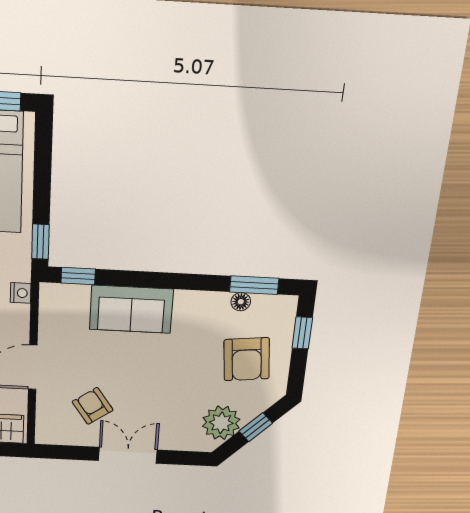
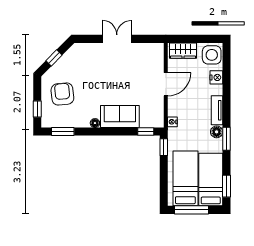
floor lamp: (241, 302) -> (95, 123), moved
armchair: (93, 406) -> (136, 65), removed
plant: (221, 423) -> (72, 59), removed
double door: (128, 455) -> (117, 39), swing flipped

